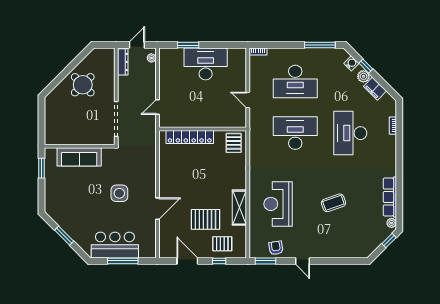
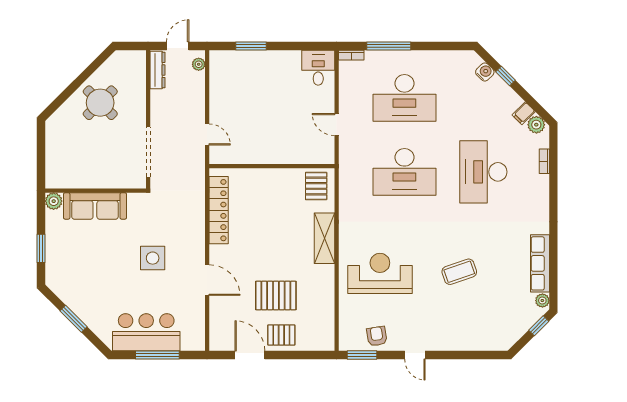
window: (320, 45) -> (389, 46), moved
desk: (206, 64) -> (318, 68), moved, width x0.53, depth x0.77
plant: (363, 76) -> (536, 125), moved
filing cabinet: (375, 89) -> (524, 113), width x0.50
door: (157, 107) -> (207, 134), swing flipped
desk: (295, 133) -> (404, 172), turned 180
locker: (190, 137) -> (219, 210), moved, turned -90
plant: (50, 154) -> (54, 201), added
window: (41, 168) -> (41, 248), moved
reception desk: (278, 204) -> (380, 273), turned 90
shelving: (239, 208) -> (324, 238), moved
door: (157, 209) -> (207, 280), hinge flipped
pallet: (222, 244) -> (281, 335), moved
window: (219, 261) -> (295, 355), removed

